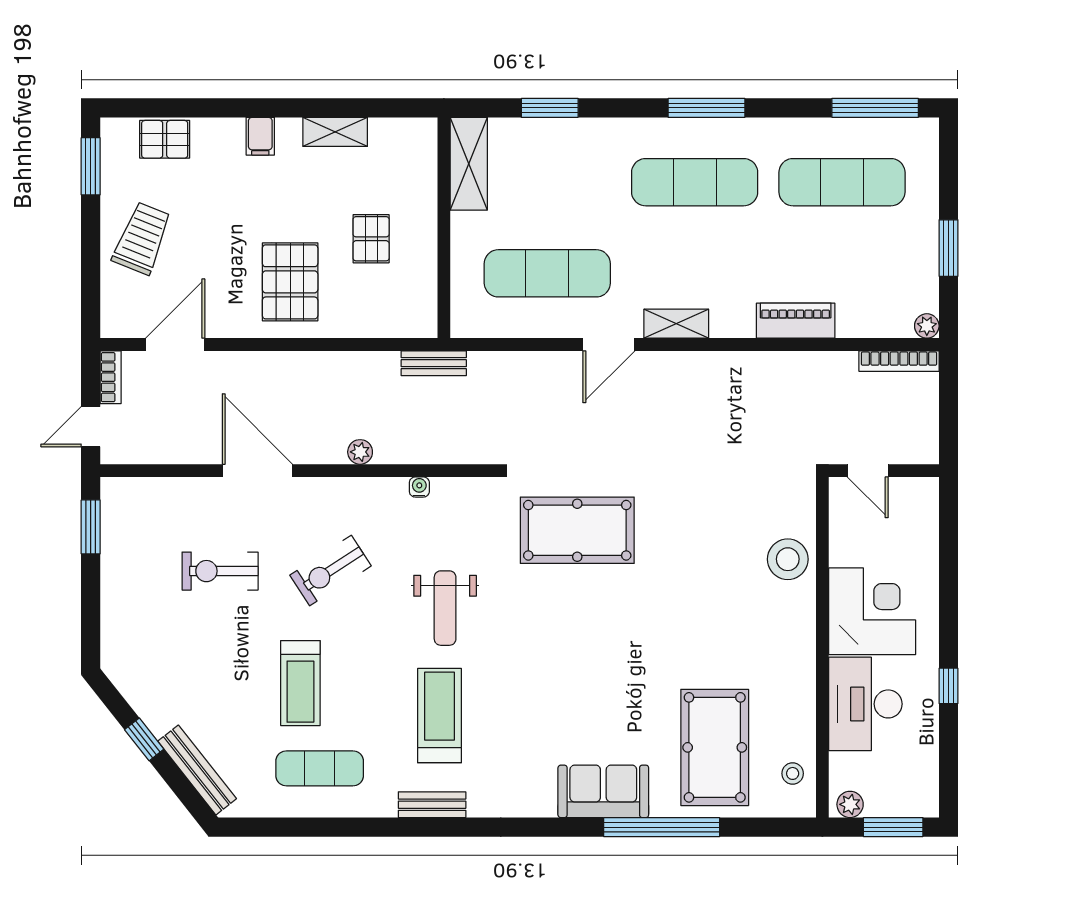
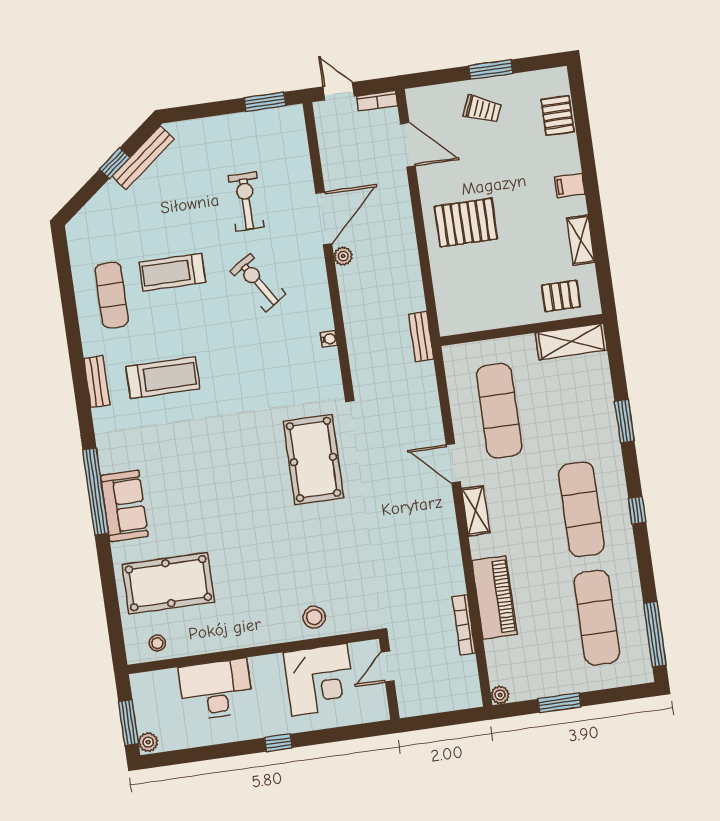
window: (550, 108) -> (625, 421), moved
window: (706, 108) -> (637, 510), width x0.46
window: (91, 166) -> (491, 70), moved
trolley: (142, 238) -> (482, 109), width x0.73, depth x0.72
pallet: (371, 239) -> (561, 296), moved
piano: (796, 321) -> (494, 597), width x1.37, depth x1.33
bookcase: (899, 361) -> (464, 625), moved
plant: (360, 452) -> (343, 256), moved
stool: (788, 559) -> (314, 617), width x0.73, depth x0.73
weight bench: (445, 608) -> (242, 371), removed
corner desk: (872, 611) -> (319, 680), moved
window: (949, 686) -> (278, 743), moved
bench: (197, 770) -> (143, 158), moved
plant: (850, 804) -> (148, 742), moved
window: (662, 827) -> (96, 492), moved

